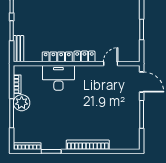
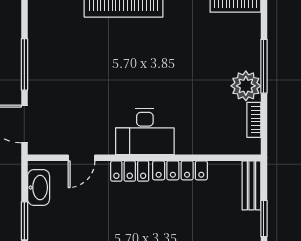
washbasin: (134, 48) -> (39, 188), added
desk: (58, 78) -> (145, 132), moved

